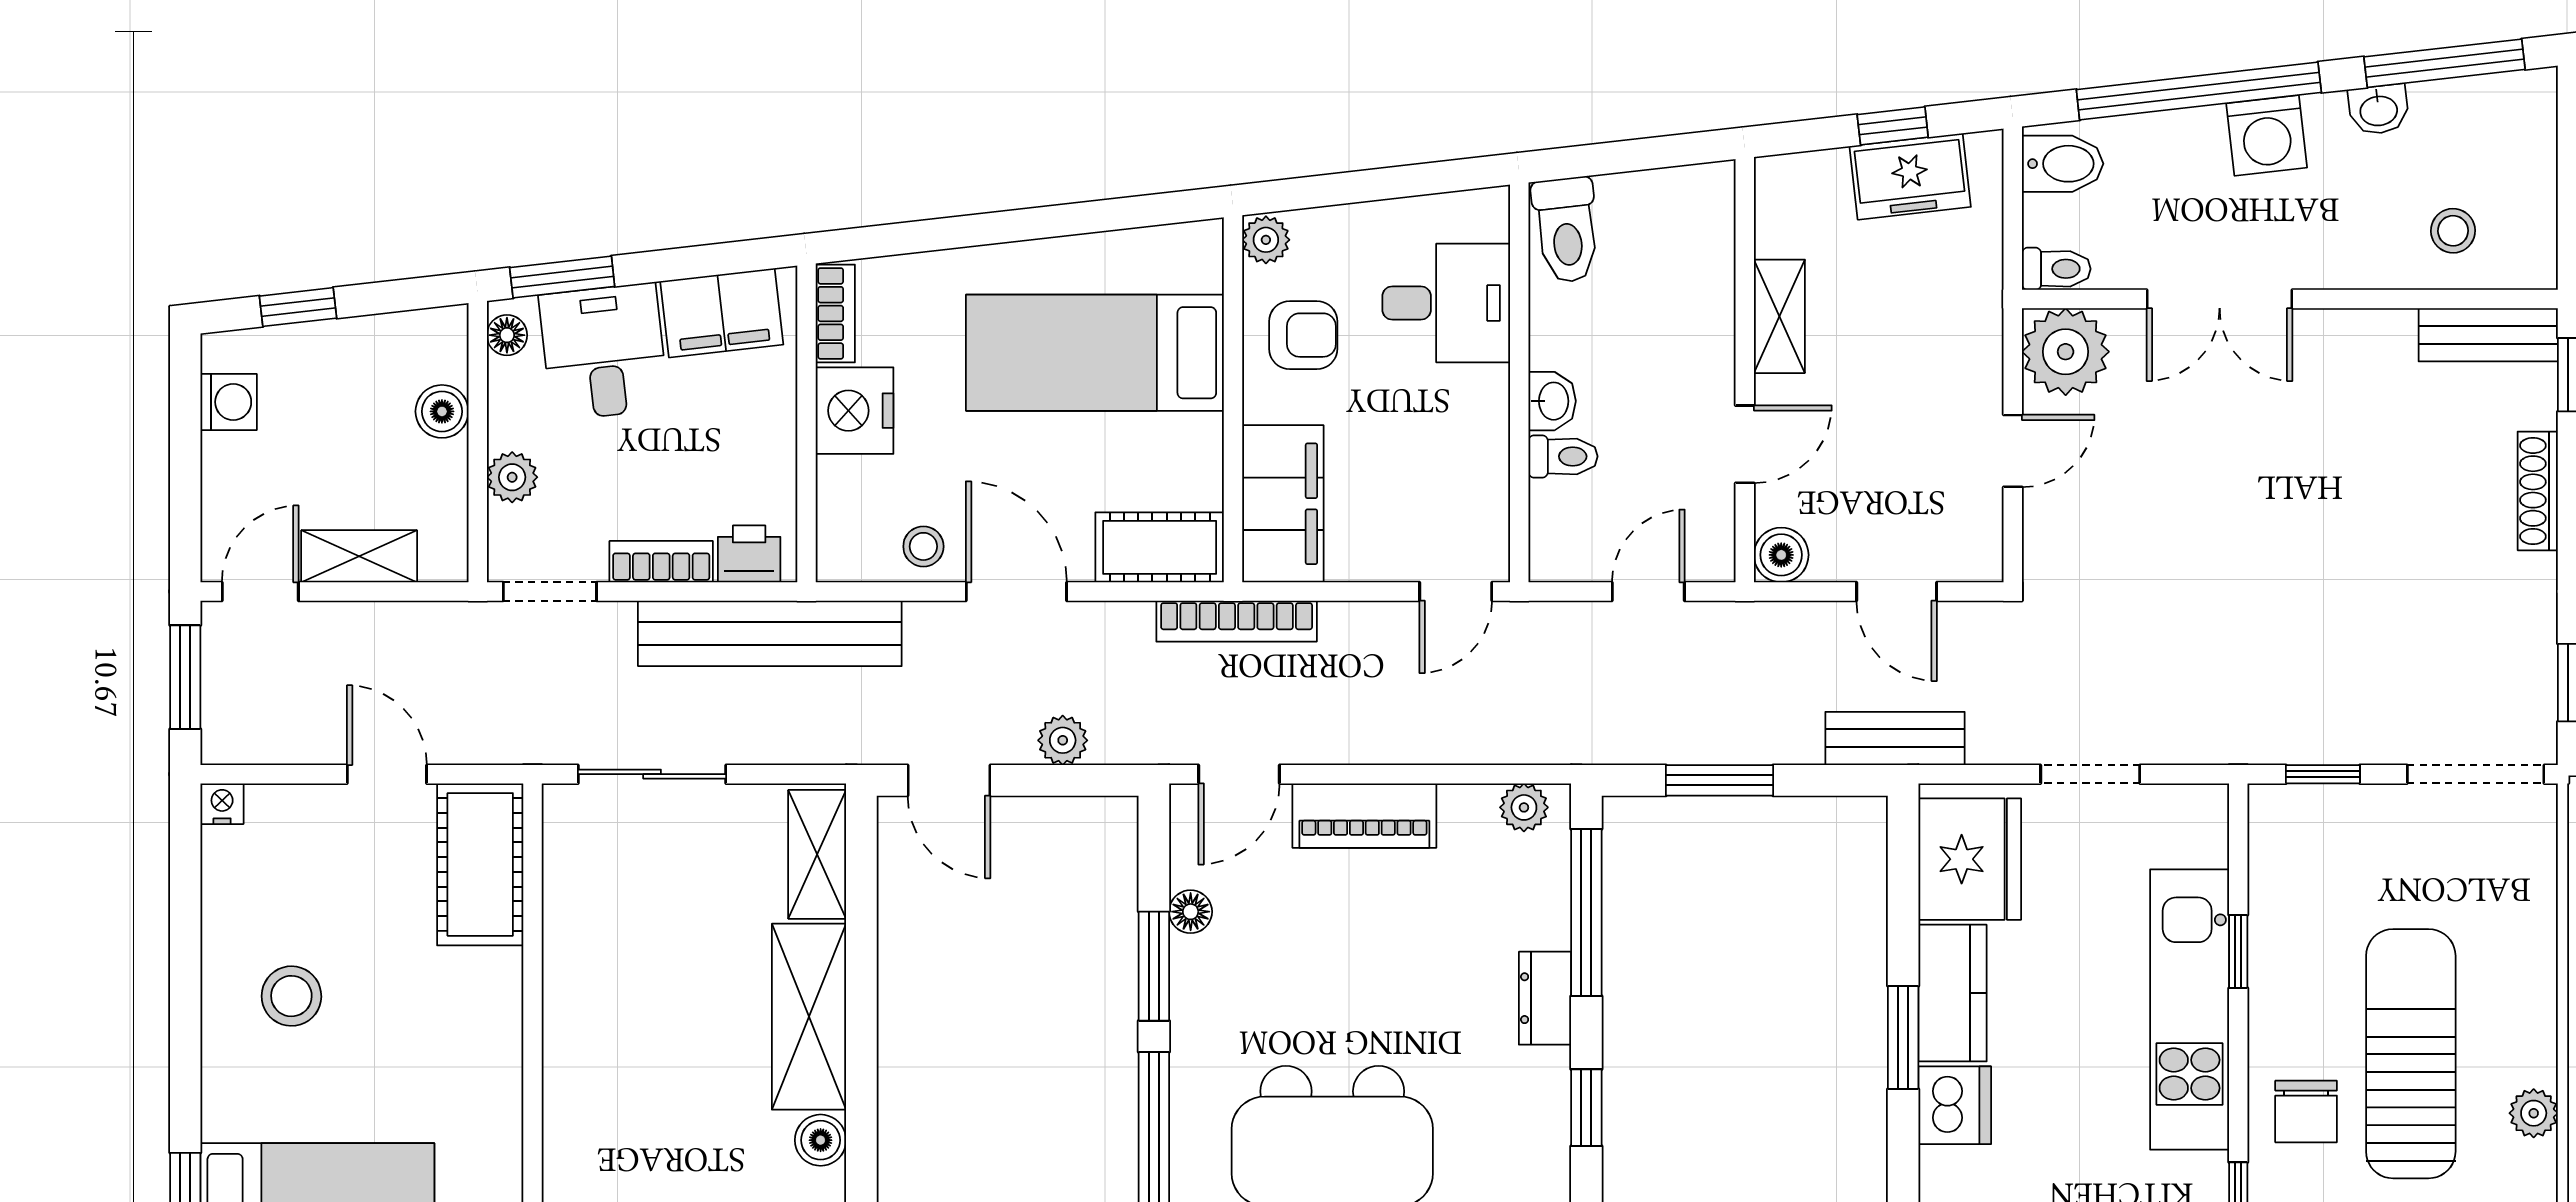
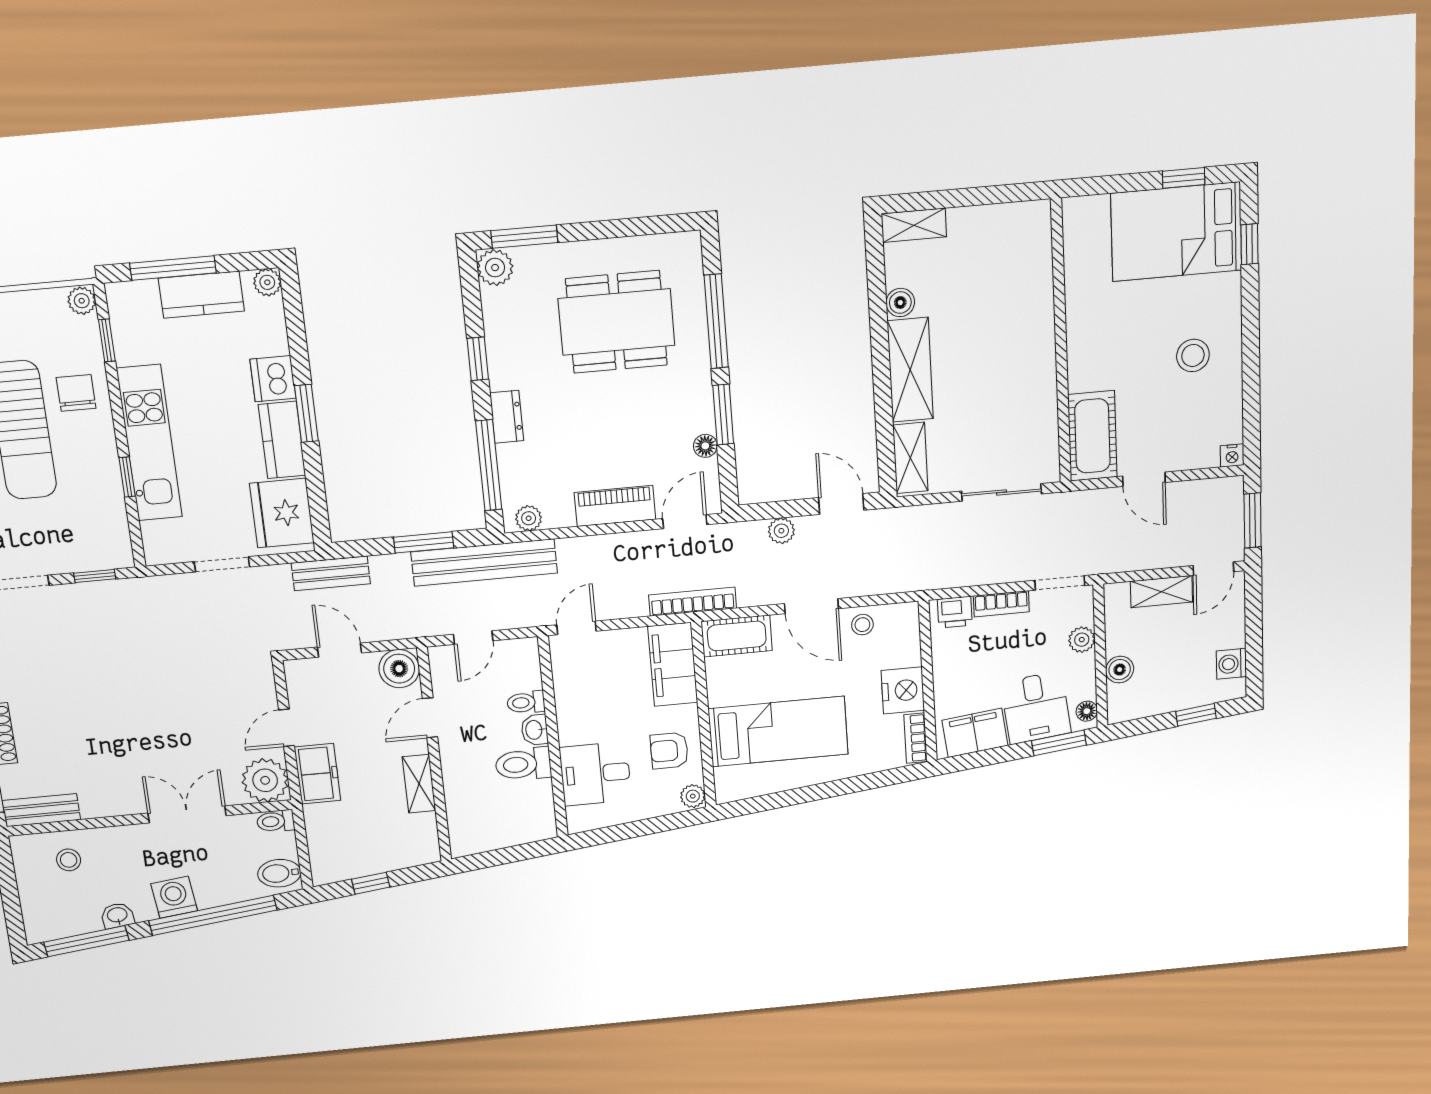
freezer: (1910, 177) -> (317, 774), moved, turned 96
toilet: (1566, 230) -> (523, 764), moved, turned -84
boiler: (1781, 555) -> (399, 669), width x1.36, depth x1.36
bench: (770, 633) -> (484, 562), moved

